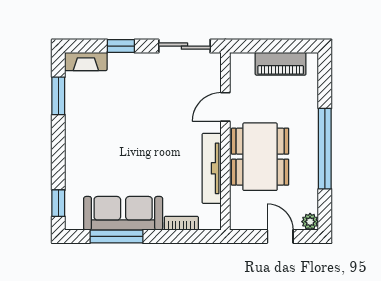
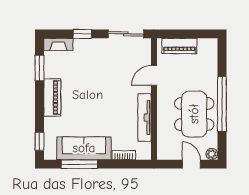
piano: (281, 64) -> (179, 46), moved
piano: (77, 139) -> (52, 98), added
dining table: (260, 157) -> (194, 114), moved

